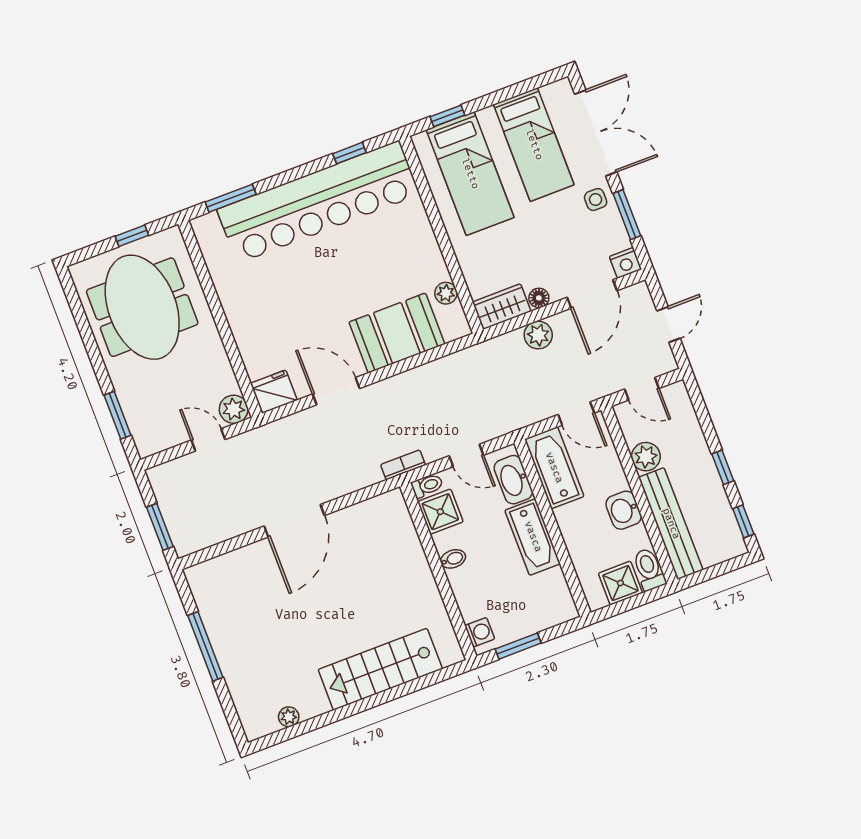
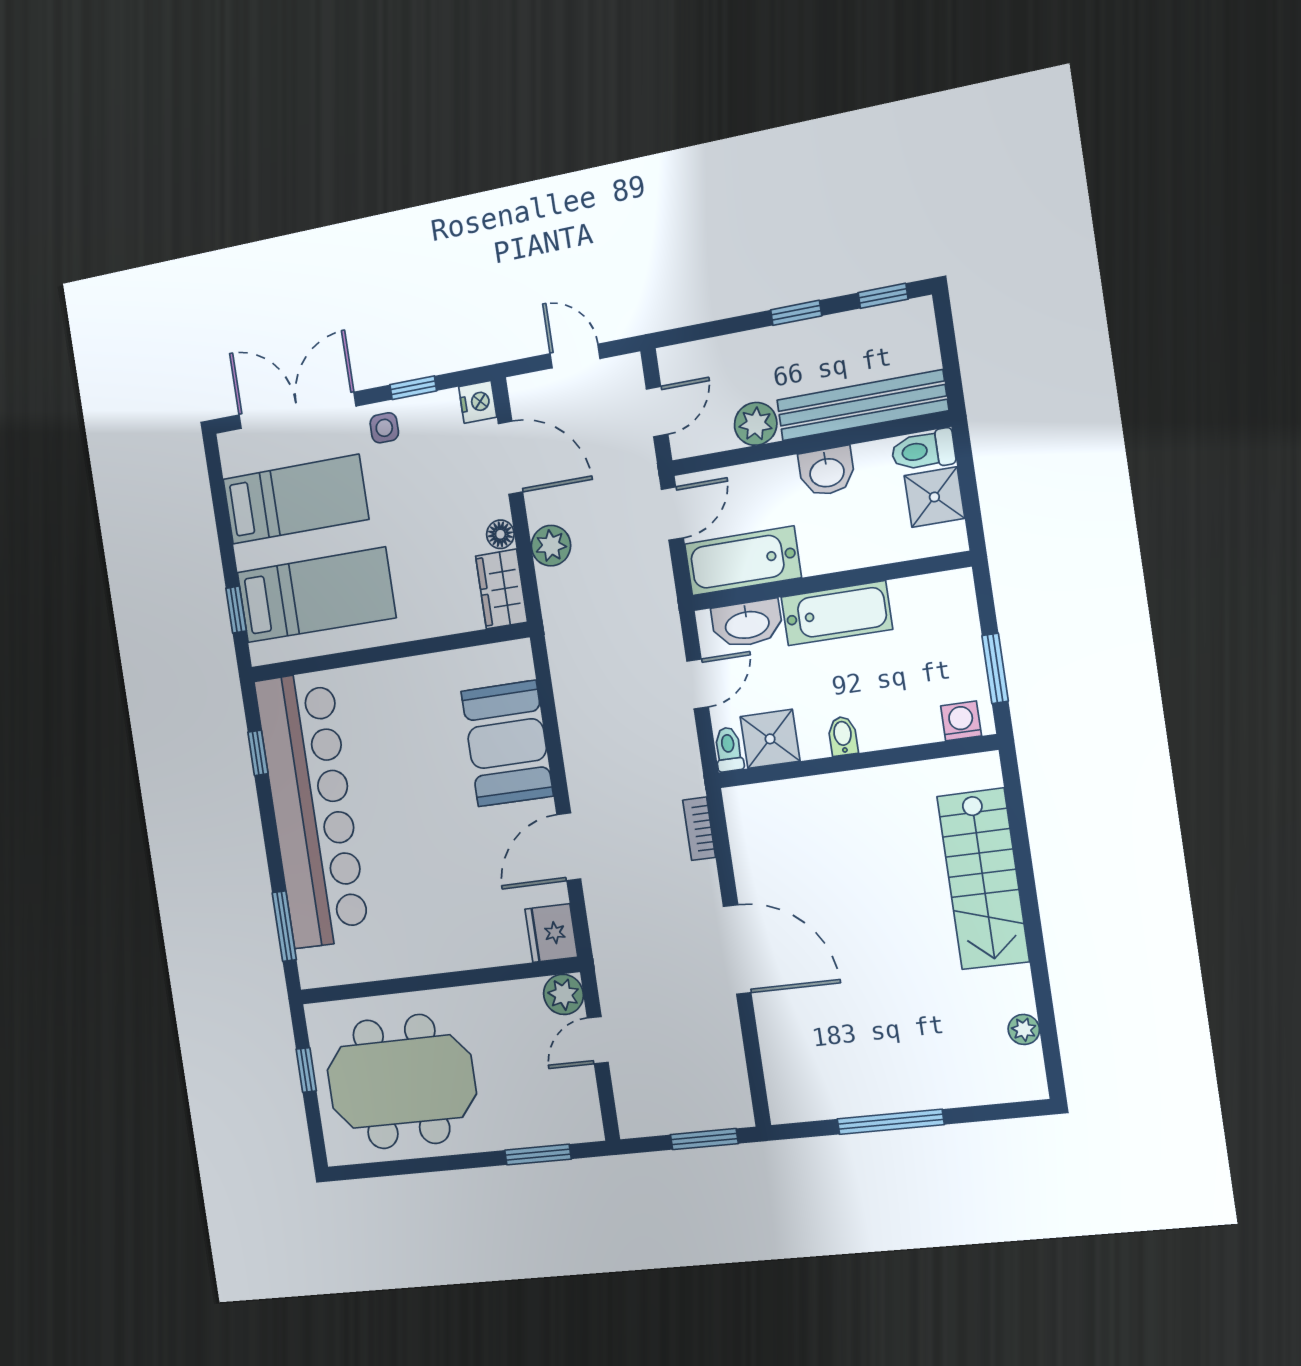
window: (627, 215) -> (413, 388), width x0.67
plant: (446, 293) -> (467, 663), removed
bookcase: (403, 465) -> (699, 829), moved

